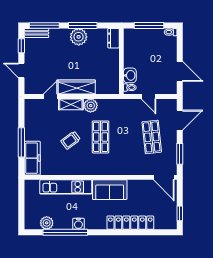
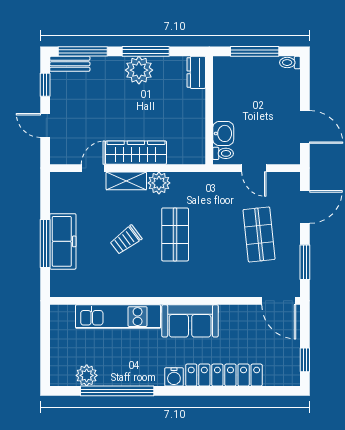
freezer: (32, 158) -> (63, 241), moved
water cooler: (78, 224) -> (174, 377), moved

